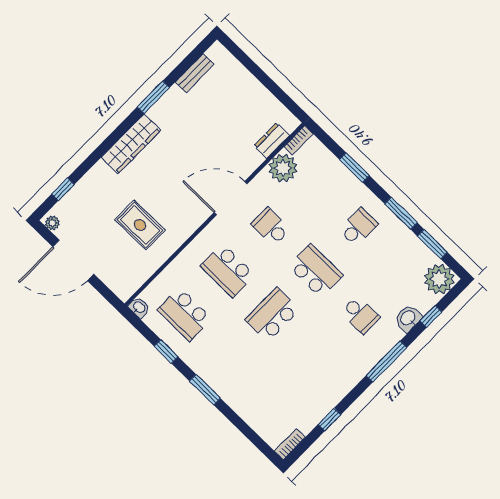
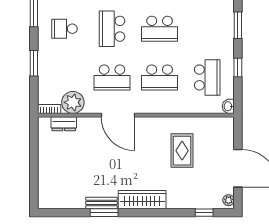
bench: (195, 73) -> (102, 203), moved
school desk: (271, 227) -> (112, 77), width x1.85
school desk: (228, 270) -> (160, 77), turned 90

